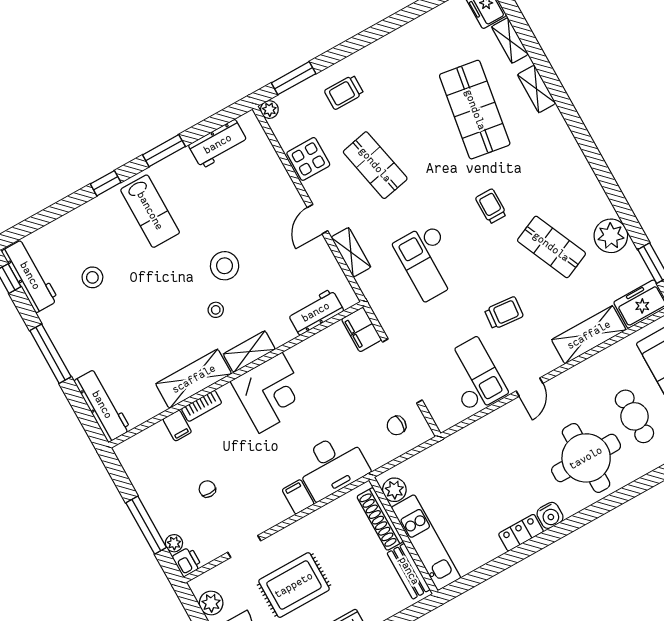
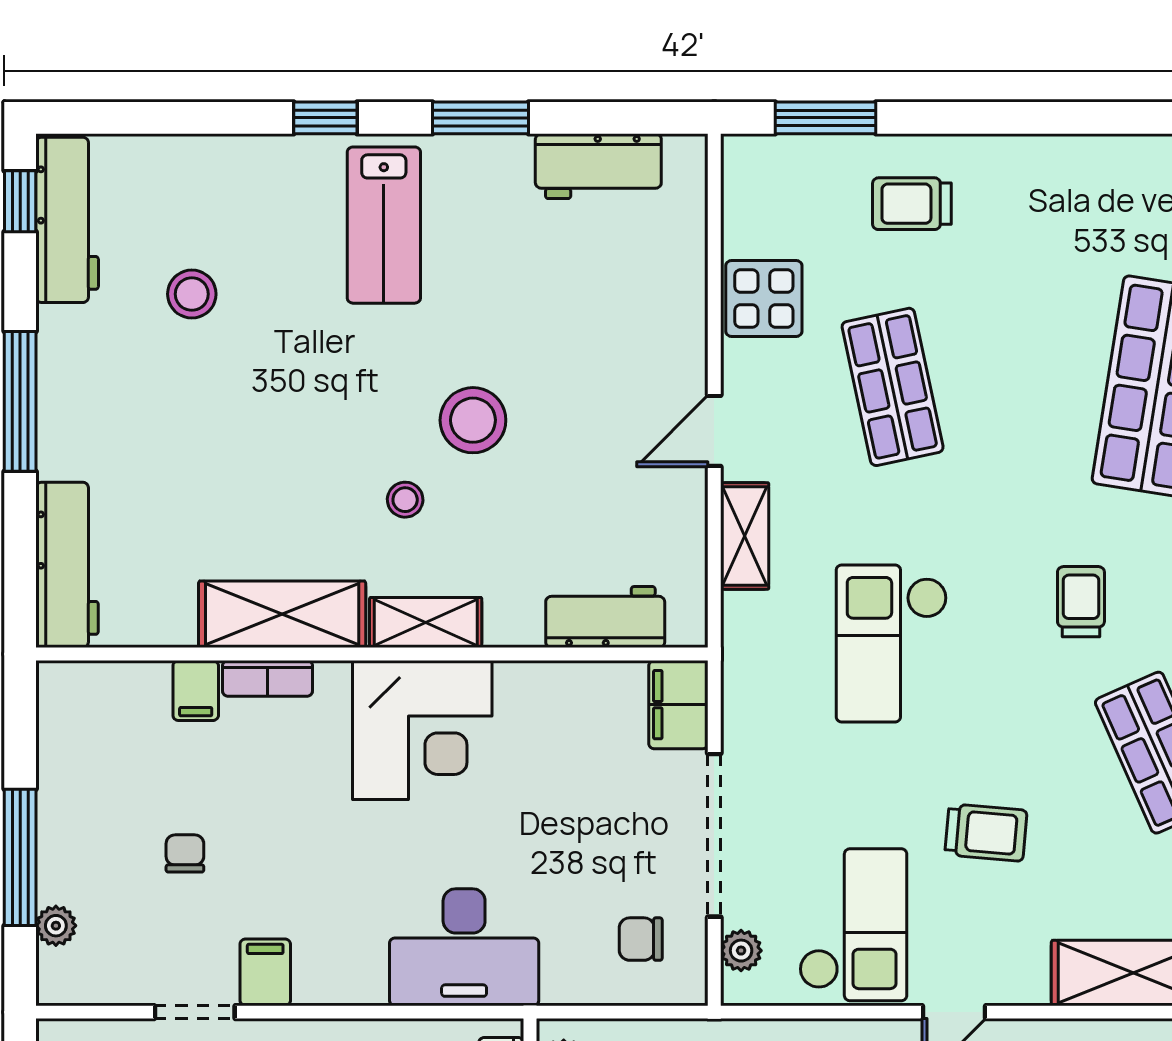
plant: (269, 110) -> (741, 951), moved
filing cabinet: (298, 497) -> (265, 972), moved
printer: (187, 562) -> (61, 978), removed

